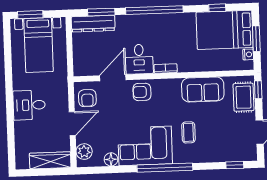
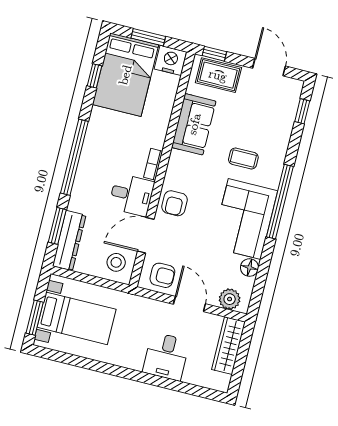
nightstand: (248, 54) -> (170, 60), width x1.89, depth x1.79
stool: (87, 62) -> (116, 262), added
door: (113, 78) -> (146, 235), hinge flipped
desk: (29, 105) -> (166, 356), moved

